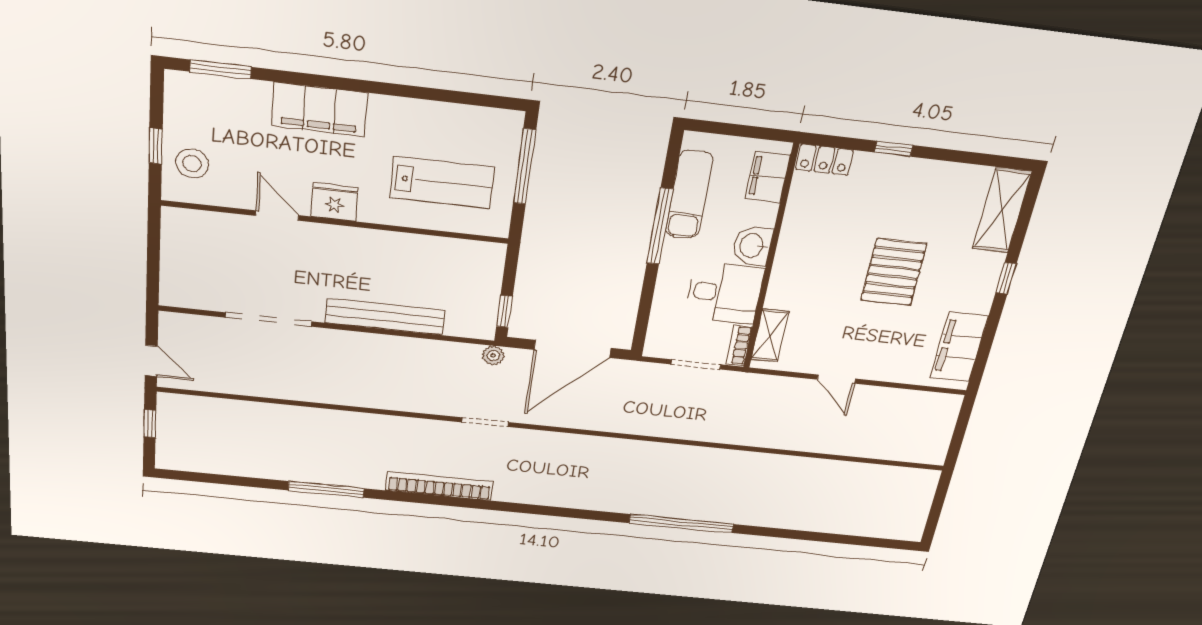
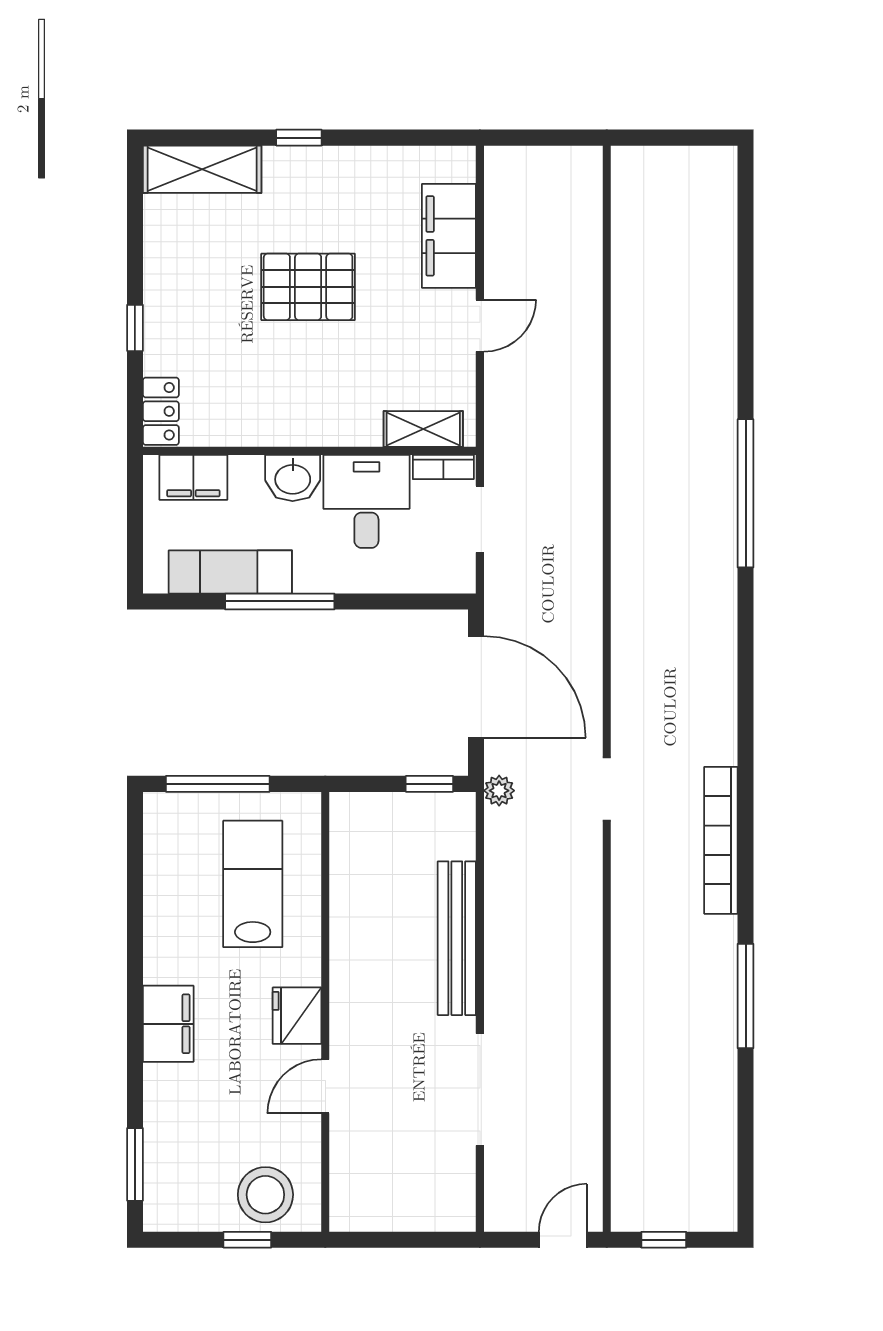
filing cabinet: (319, 109) -> (168, 1024), width x0.67, depth x0.86
stool: (192, 163) -> (265, 1195), width x1.38, depth x1.38
filing cabinet: (959, 347) -> (449, 236), moved, turned 90

